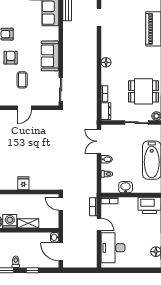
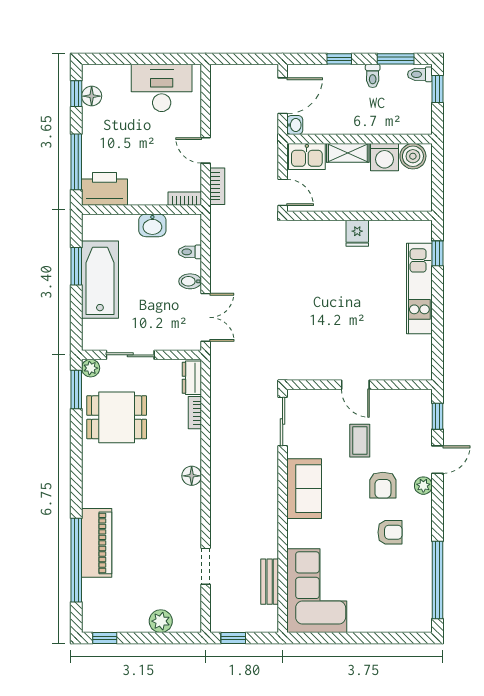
door: (24, 108) -> (355, 385), swing flipped
kitchen sink: (49, 222) -> (307, 156), added
desk: (113, 248) -> (162, 88), moved, turned -90
door: (61, 252) -> (283, 96), hinge flipped

